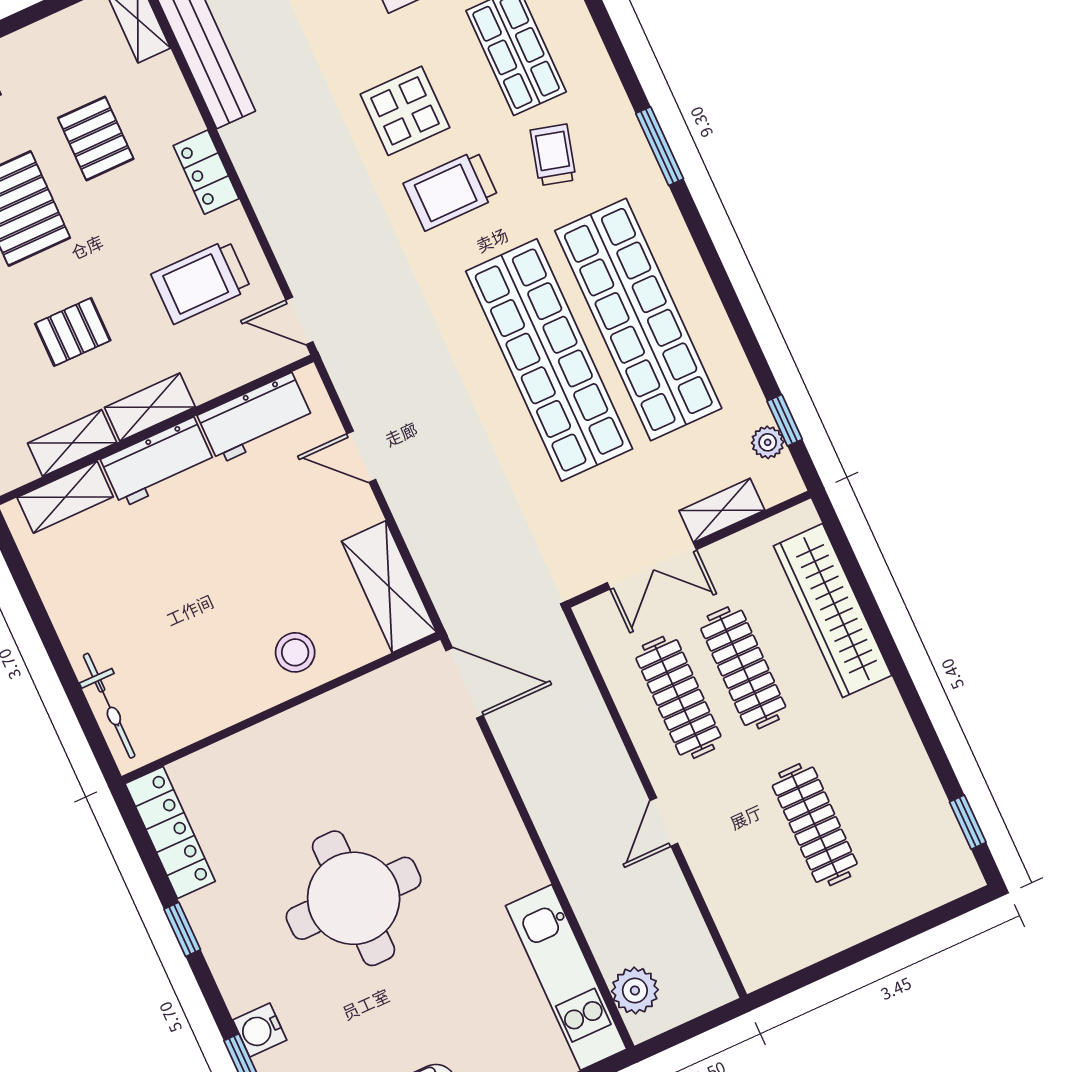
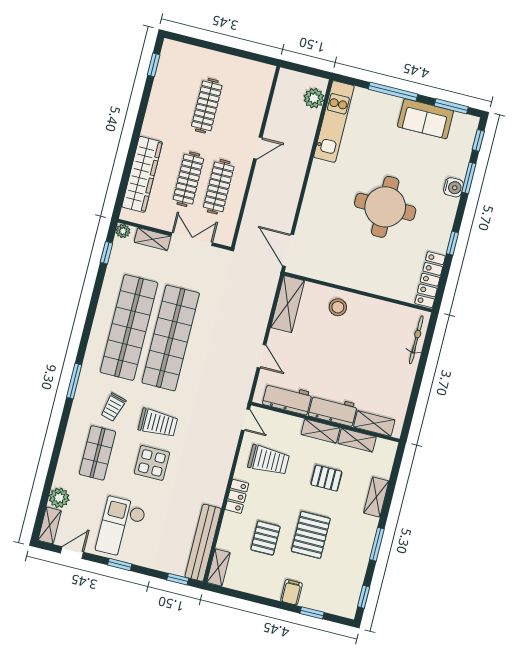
plant: (768, 442) -> (123, 231), moved

